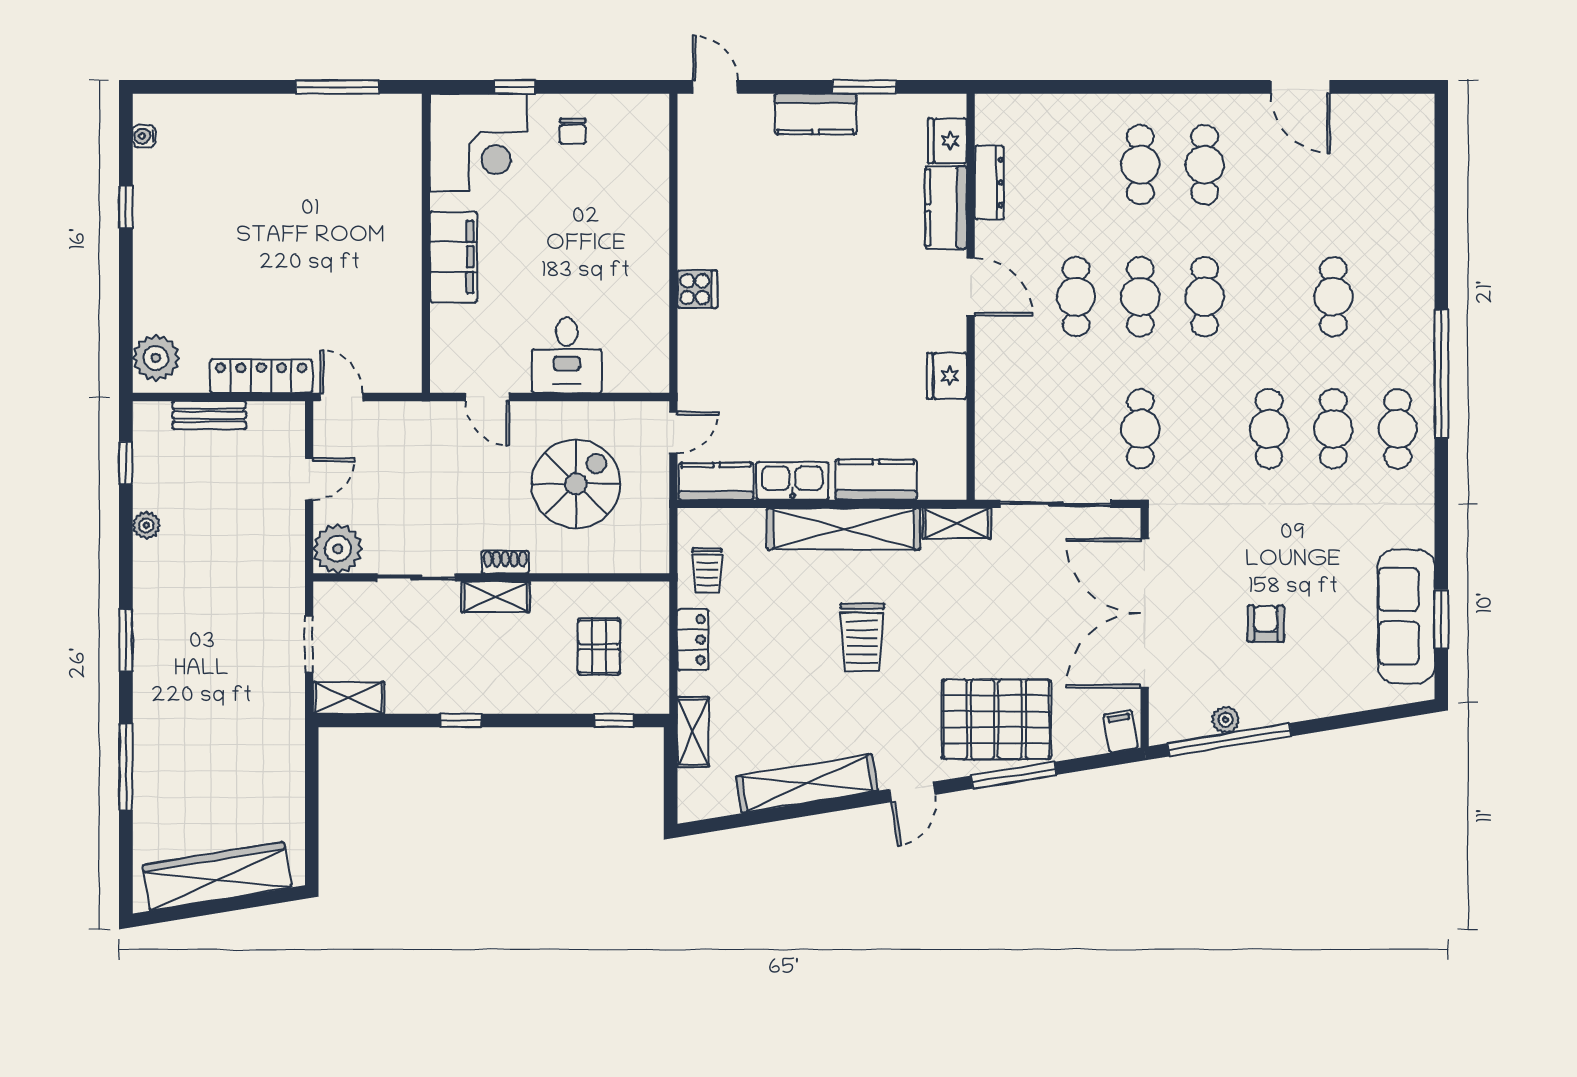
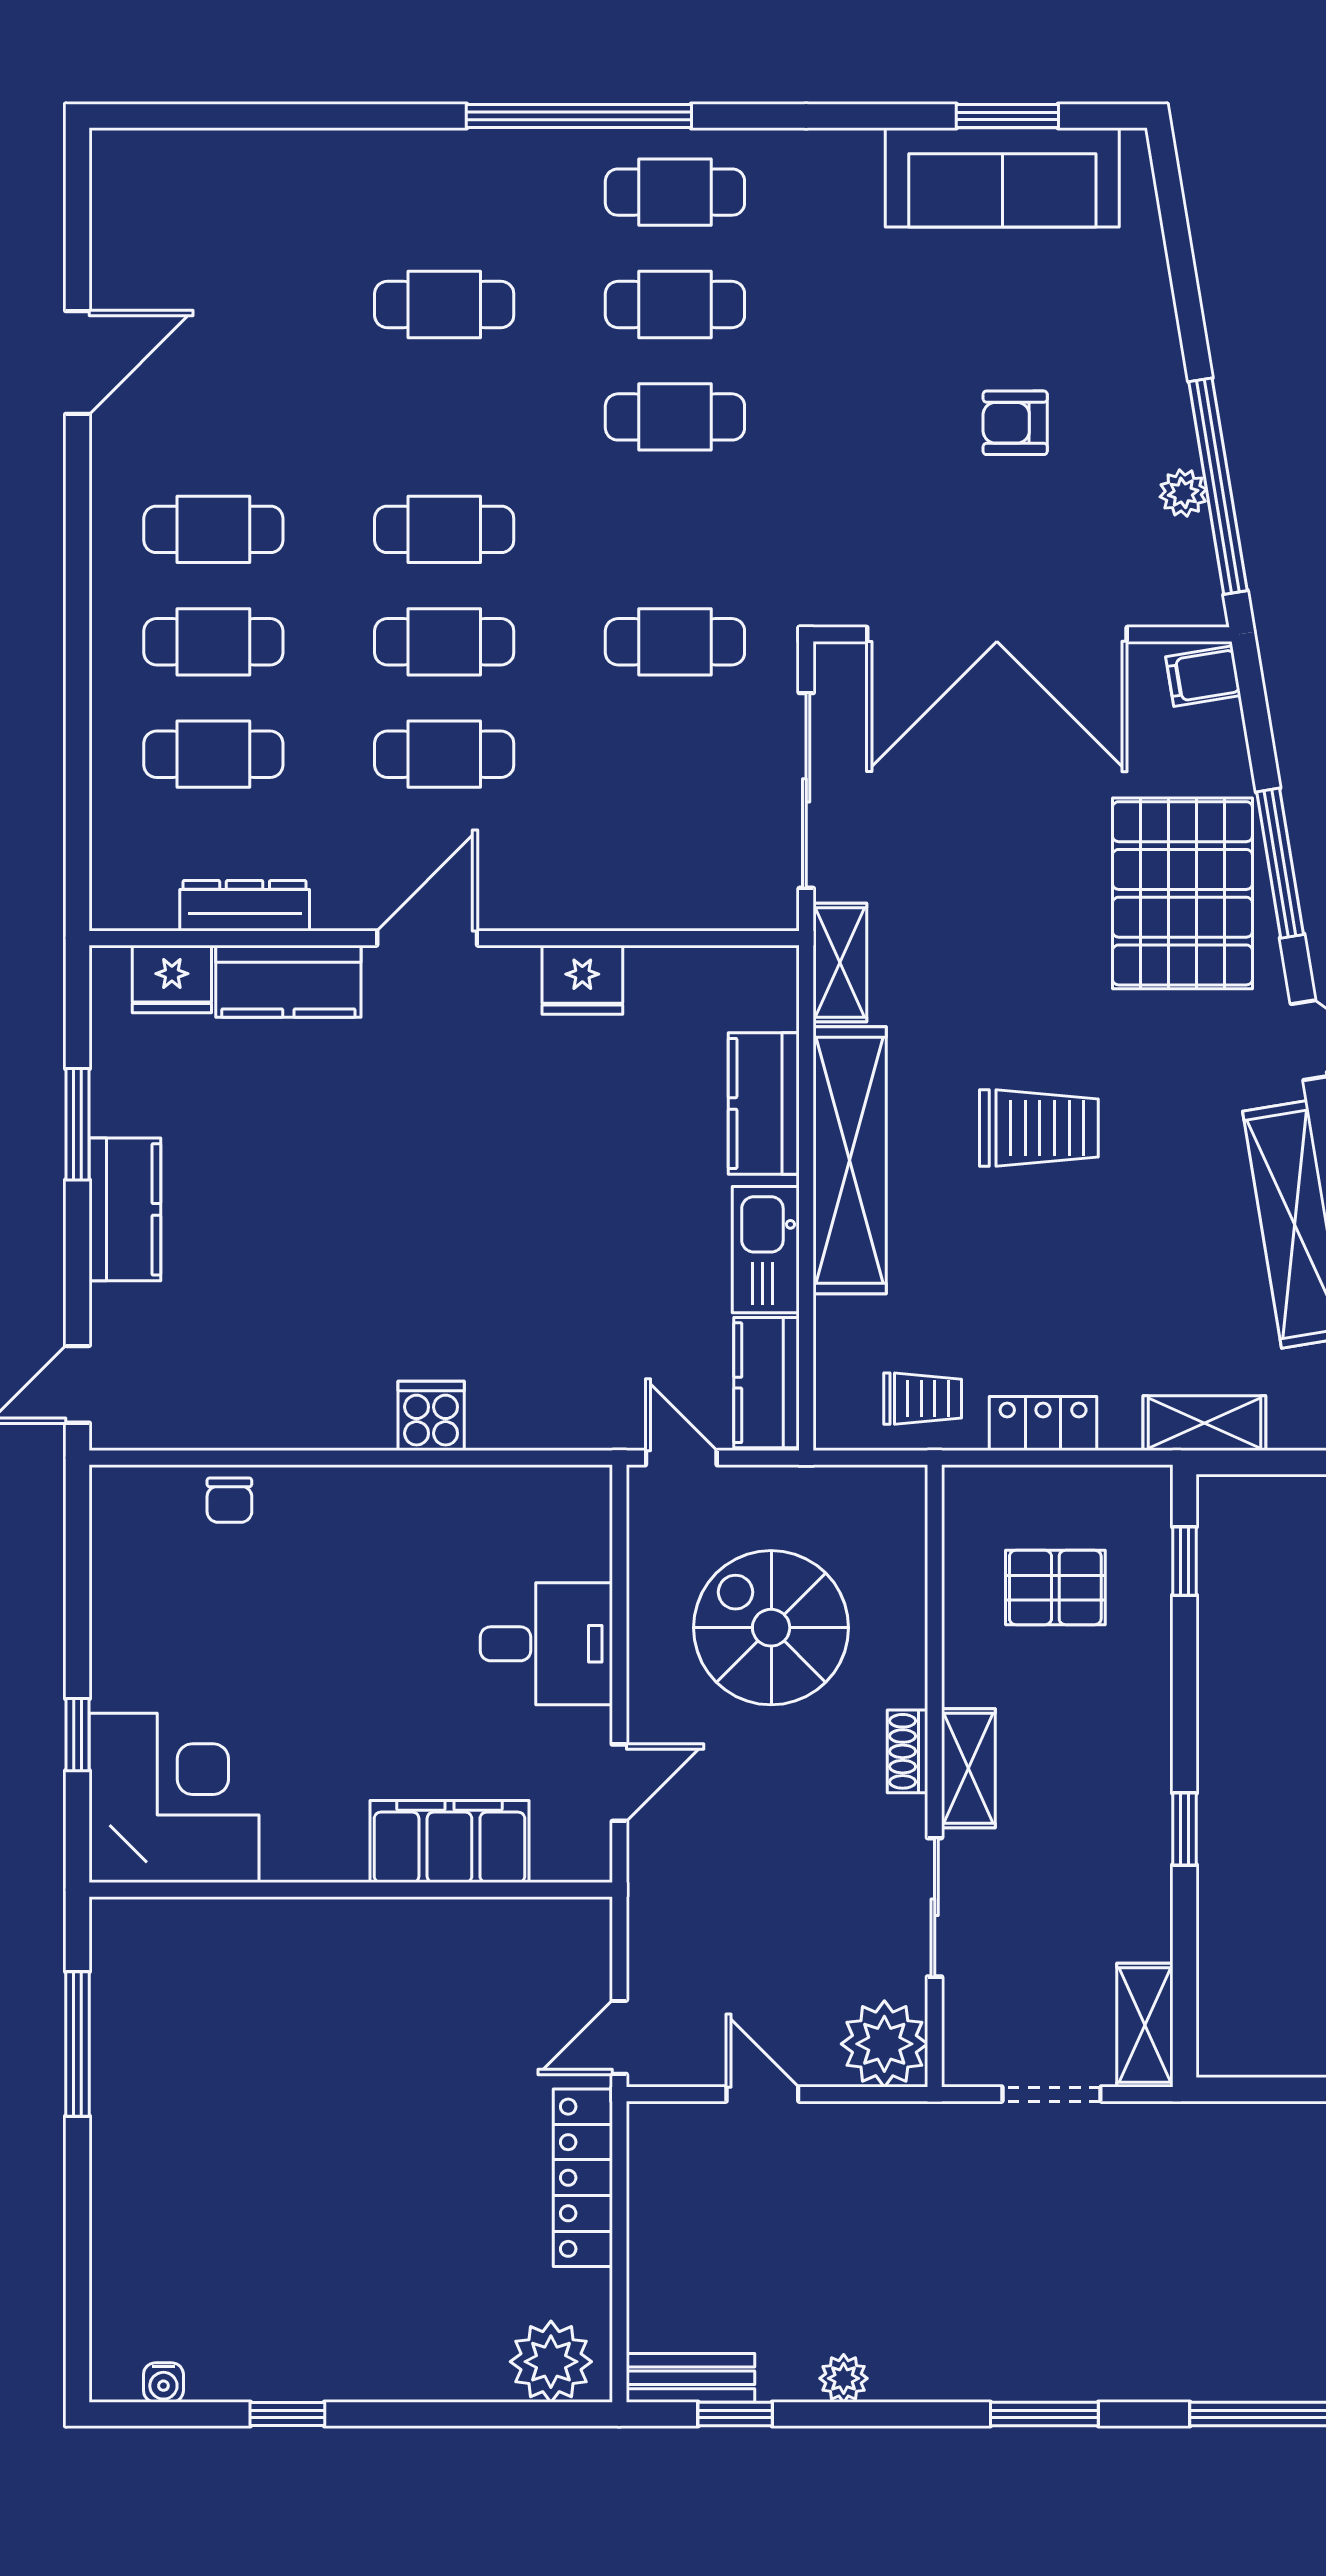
chair: (573, 131) -> (229, 1500), moved, turned 90
cafe table: (1076, 165) -> (213, 754), added
filing cabinet: (454, 257) -> (449, 1842), moved
bench: (209, 415) -> (691, 2378), moved, turned 90

